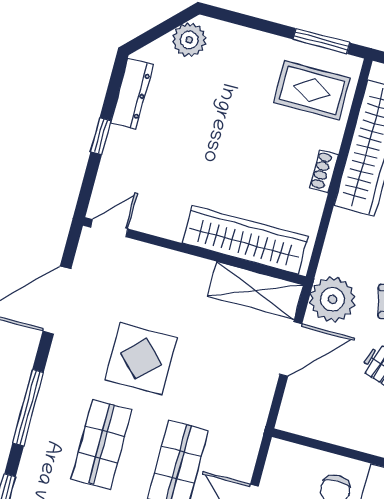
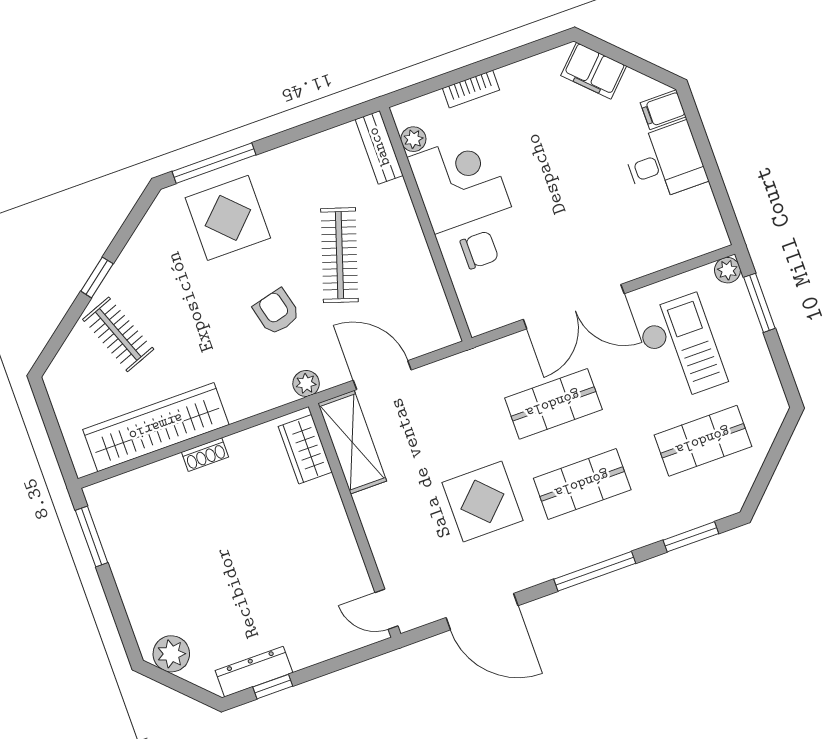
rug: (312, 90) -> (141, 515), removed
window: (101, 136) -> (273, 687), moved
wardrobe: (245, 240) -> (305, 449), width x0.48, depth x0.85
plant: (332, 299) -> (306, 383), width x0.53, depth x0.53

